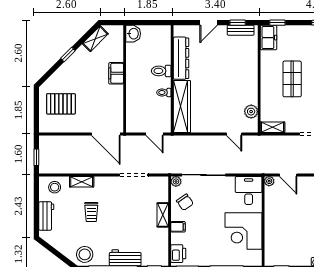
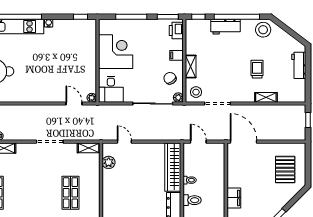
pallet: (61, 104) -> (285, 170), turned 90
stool: (55, 187) -> (196, 92), moved

